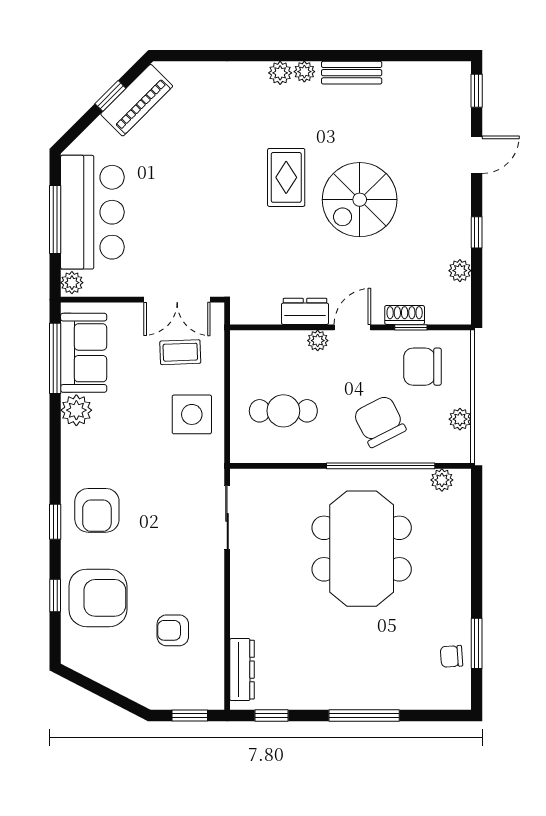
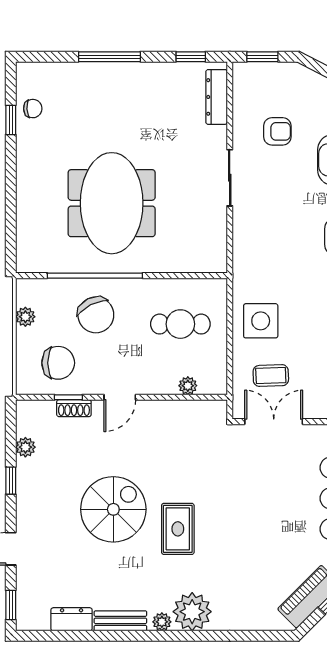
plant: (280, 73) -> (192, 612), width x1.87, depth x1.87
dresser: (305, 311) -> (72, 619), moved, turned 180
plant: (318, 341) -> (188, 386), moved
plant: (442, 480) -> (41, 263), removed
sliding door: (227, 517) -> (230, 178), moved
window: (477, 643) -> (11, 120), width x0.67

